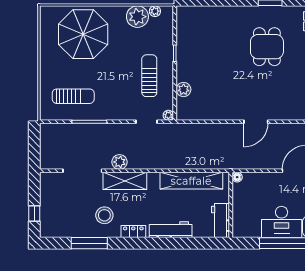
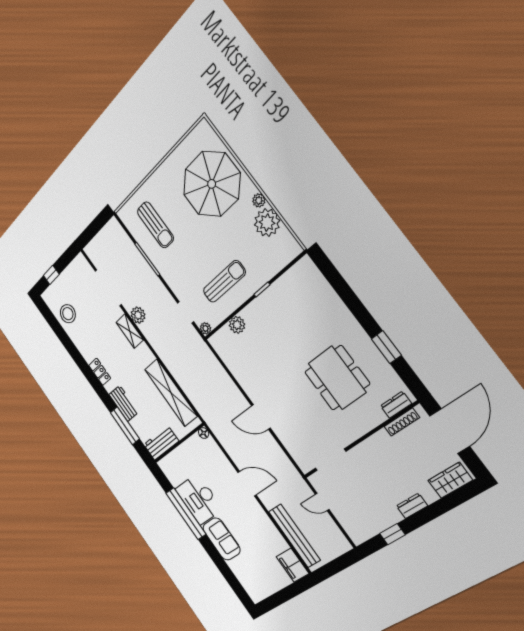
plant: (155, 11) -> (259, 200), moved
dining table: (267, 47) -> (337, 378), width x1.38
shelving: (125, 181) -> (130, 331), width x0.67, depth x0.75
stool: (104, 215) -> (68, 314), moved
workbench: (171, 230) -> (124, 403), width x0.73
window: (89, 243) -> (125, 426), moved

